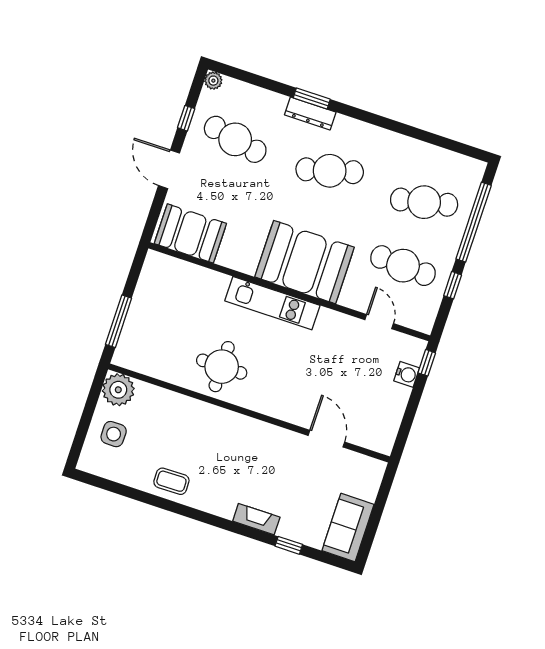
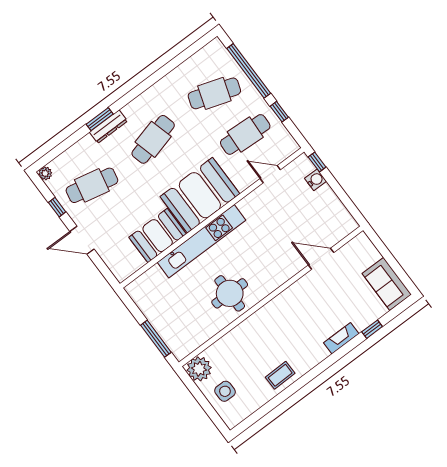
cafe table: (424, 202) -> (214, 93), turned 30
booth: (190, 233) -> (158, 236), moved
kitchen unit: (272, 303) -> (201, 241), width x1.36

